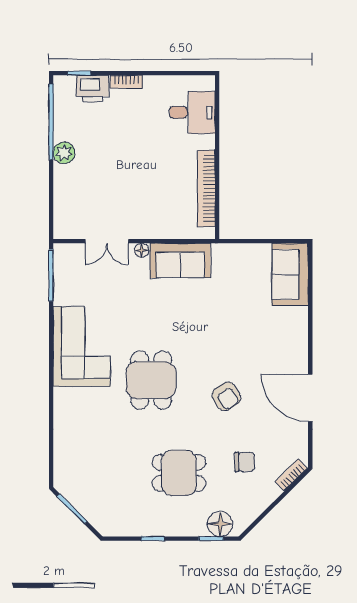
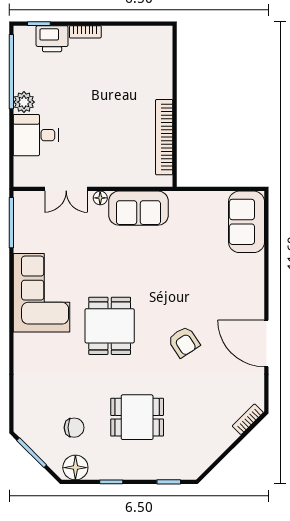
desk: (192, 112) -> (36, 135), moved, turned 180
chair: (245, 462) -> (74, 428), moved
floor lamp: (220, 524) -> (75, 468), moved

